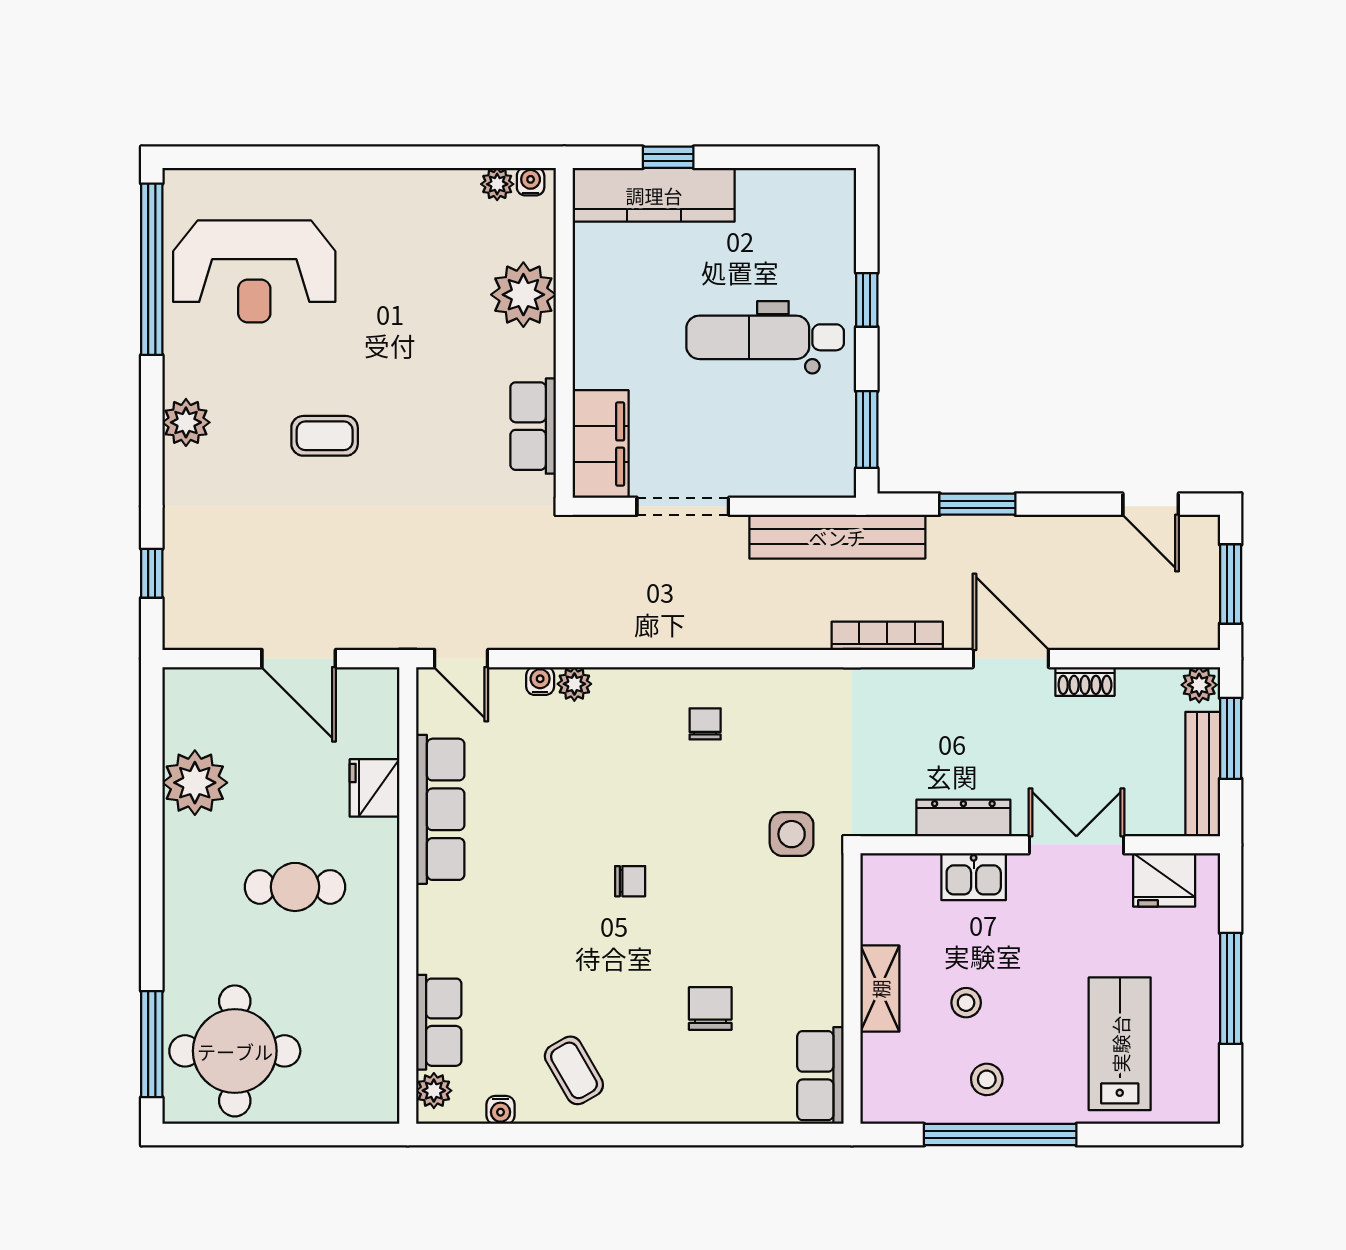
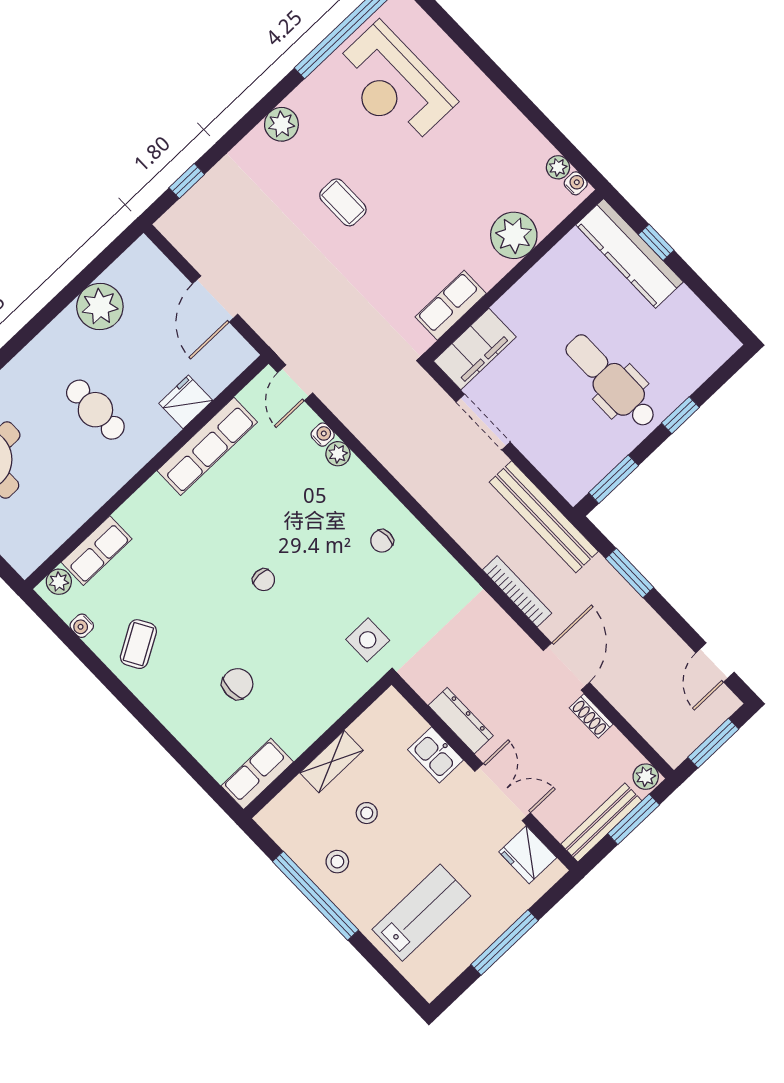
chair: (705, 724) -> (382, 541), turned 180

